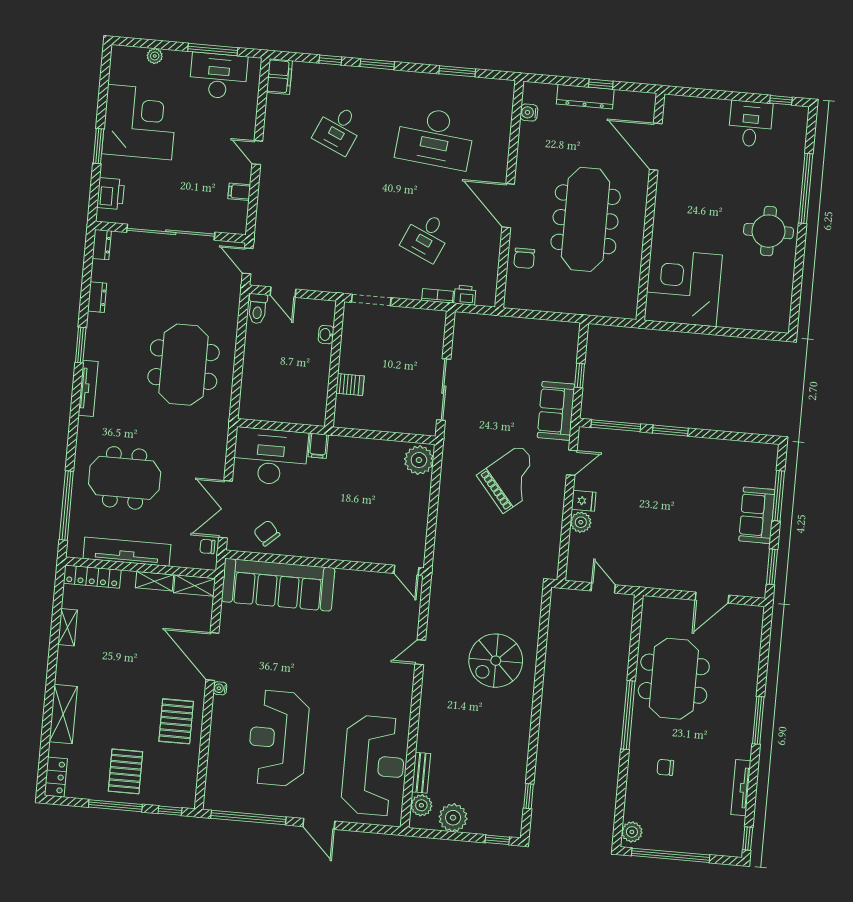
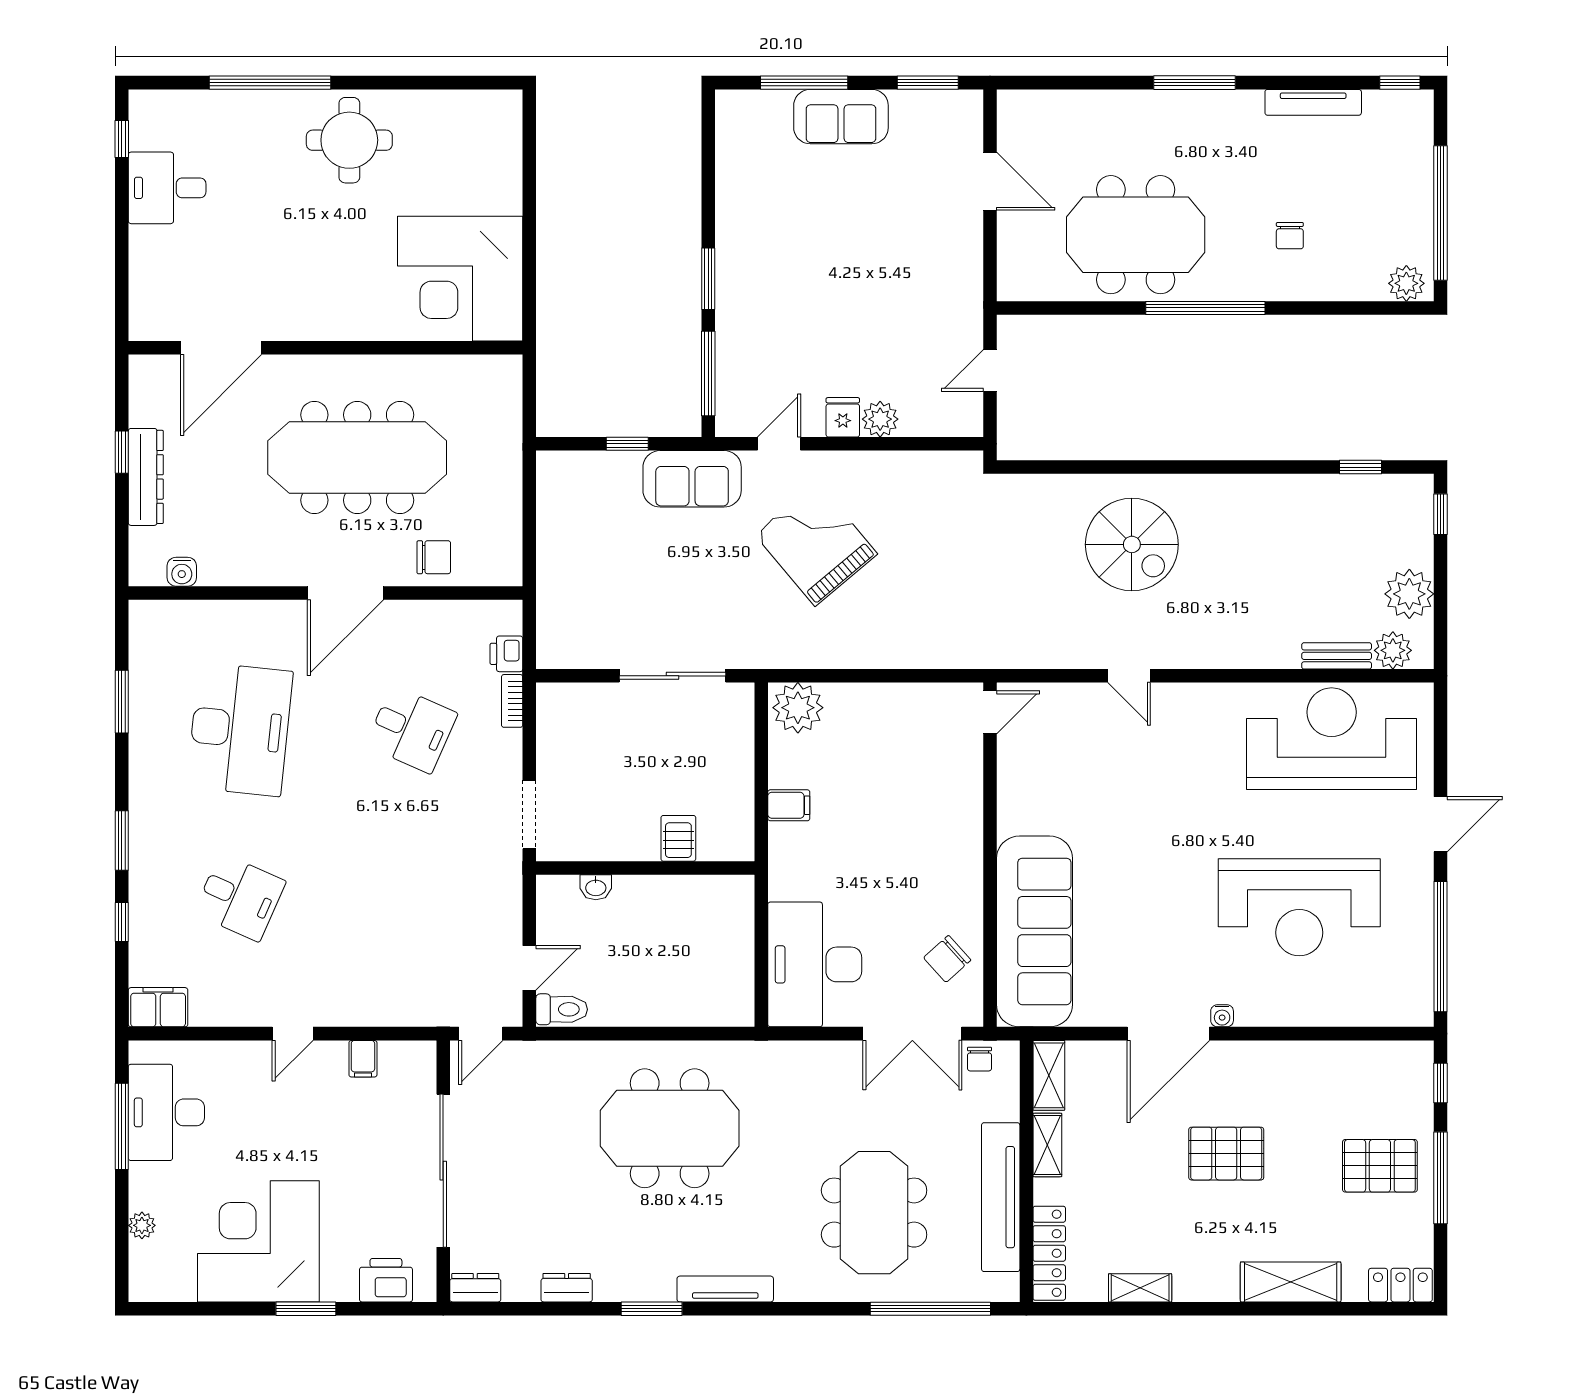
filing cabinet: (318, 446) -> (789, 805), moved
door: (572, 463) -> (779, 444), hinge flipped
pallet: (176, 721) -> (1226, 1154), moved

